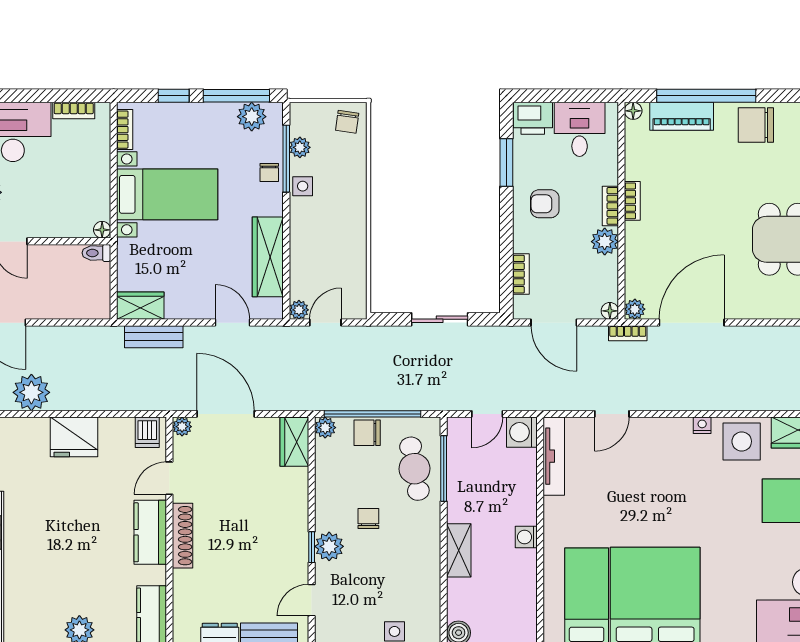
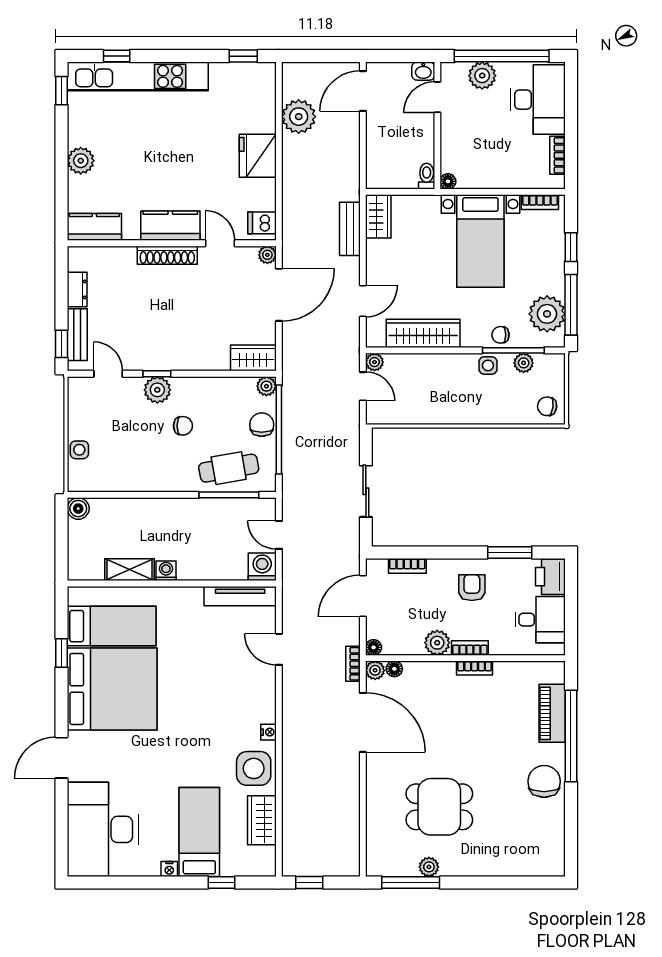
floor lamp: (633, 111) -> (394, 669), moved
plant: (252, 117) -> (547, 314), width x1.36, depth x1.36
shelving: (459, 550) -> (130, 570), moved

